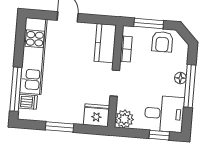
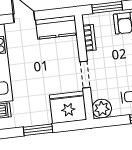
kitchen counter: (105, 43) -> (56, 27), moved, turned -90
fridge: (96, 115) -> (68, 107), width x1.36, depth x1.34

